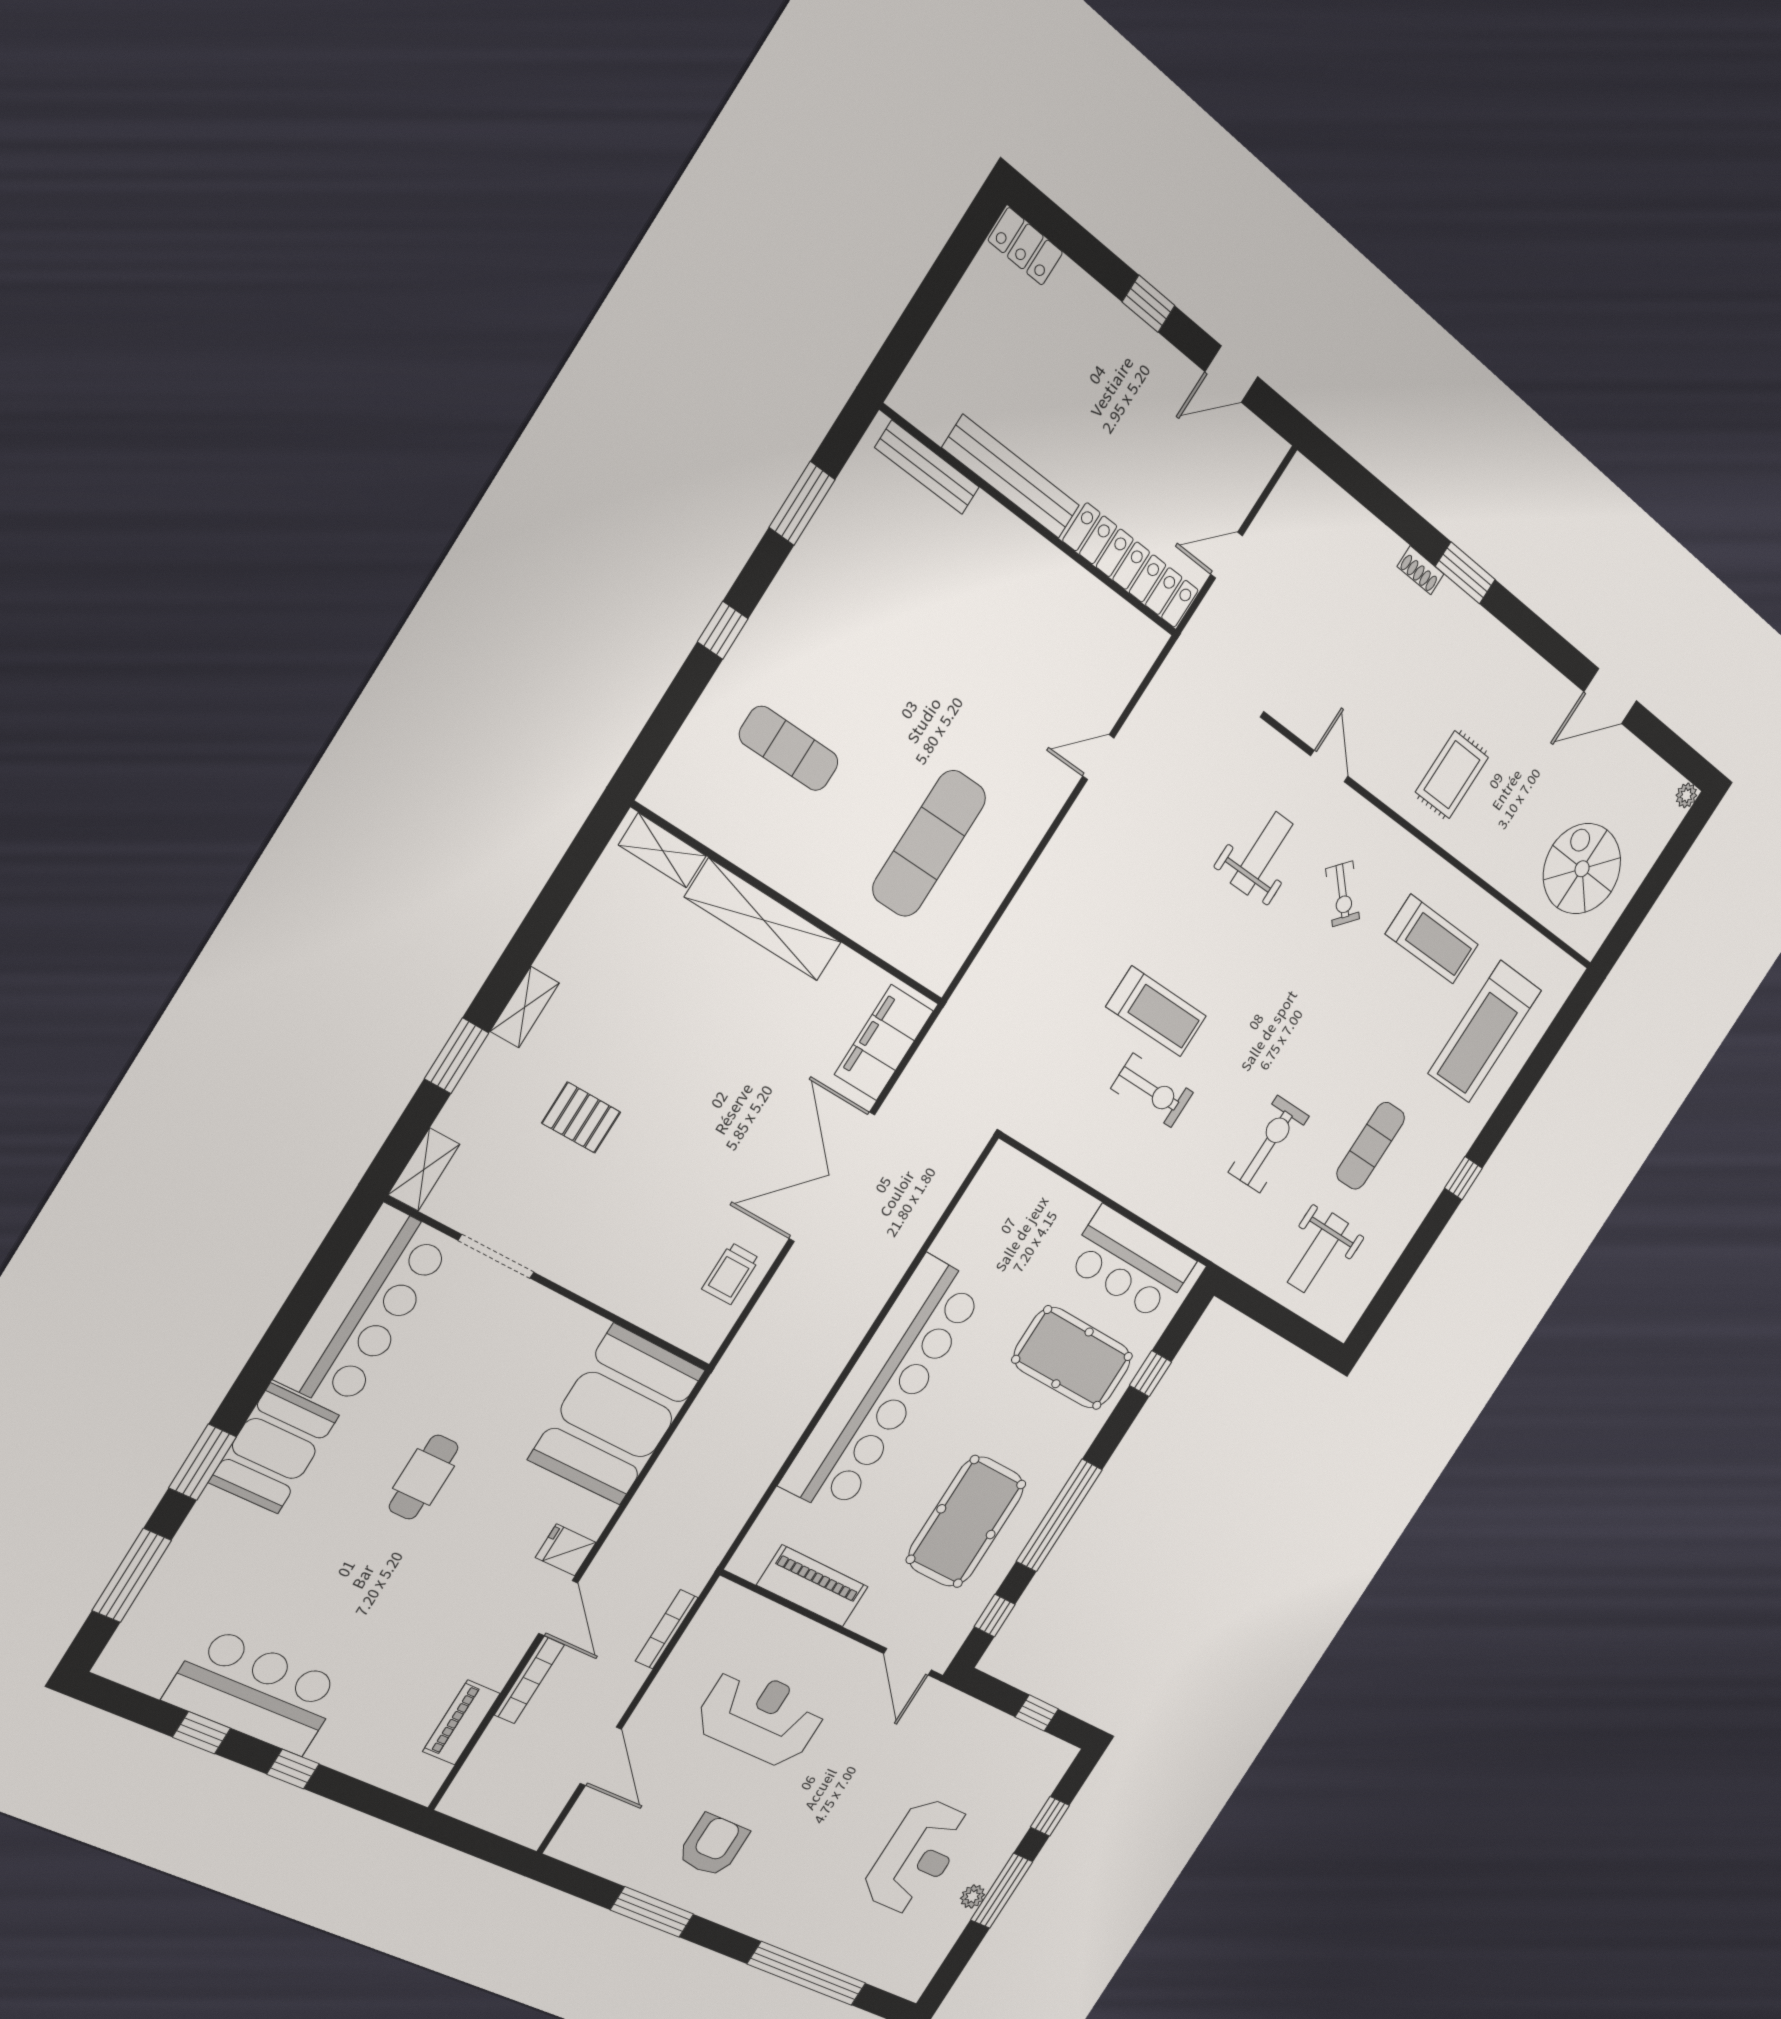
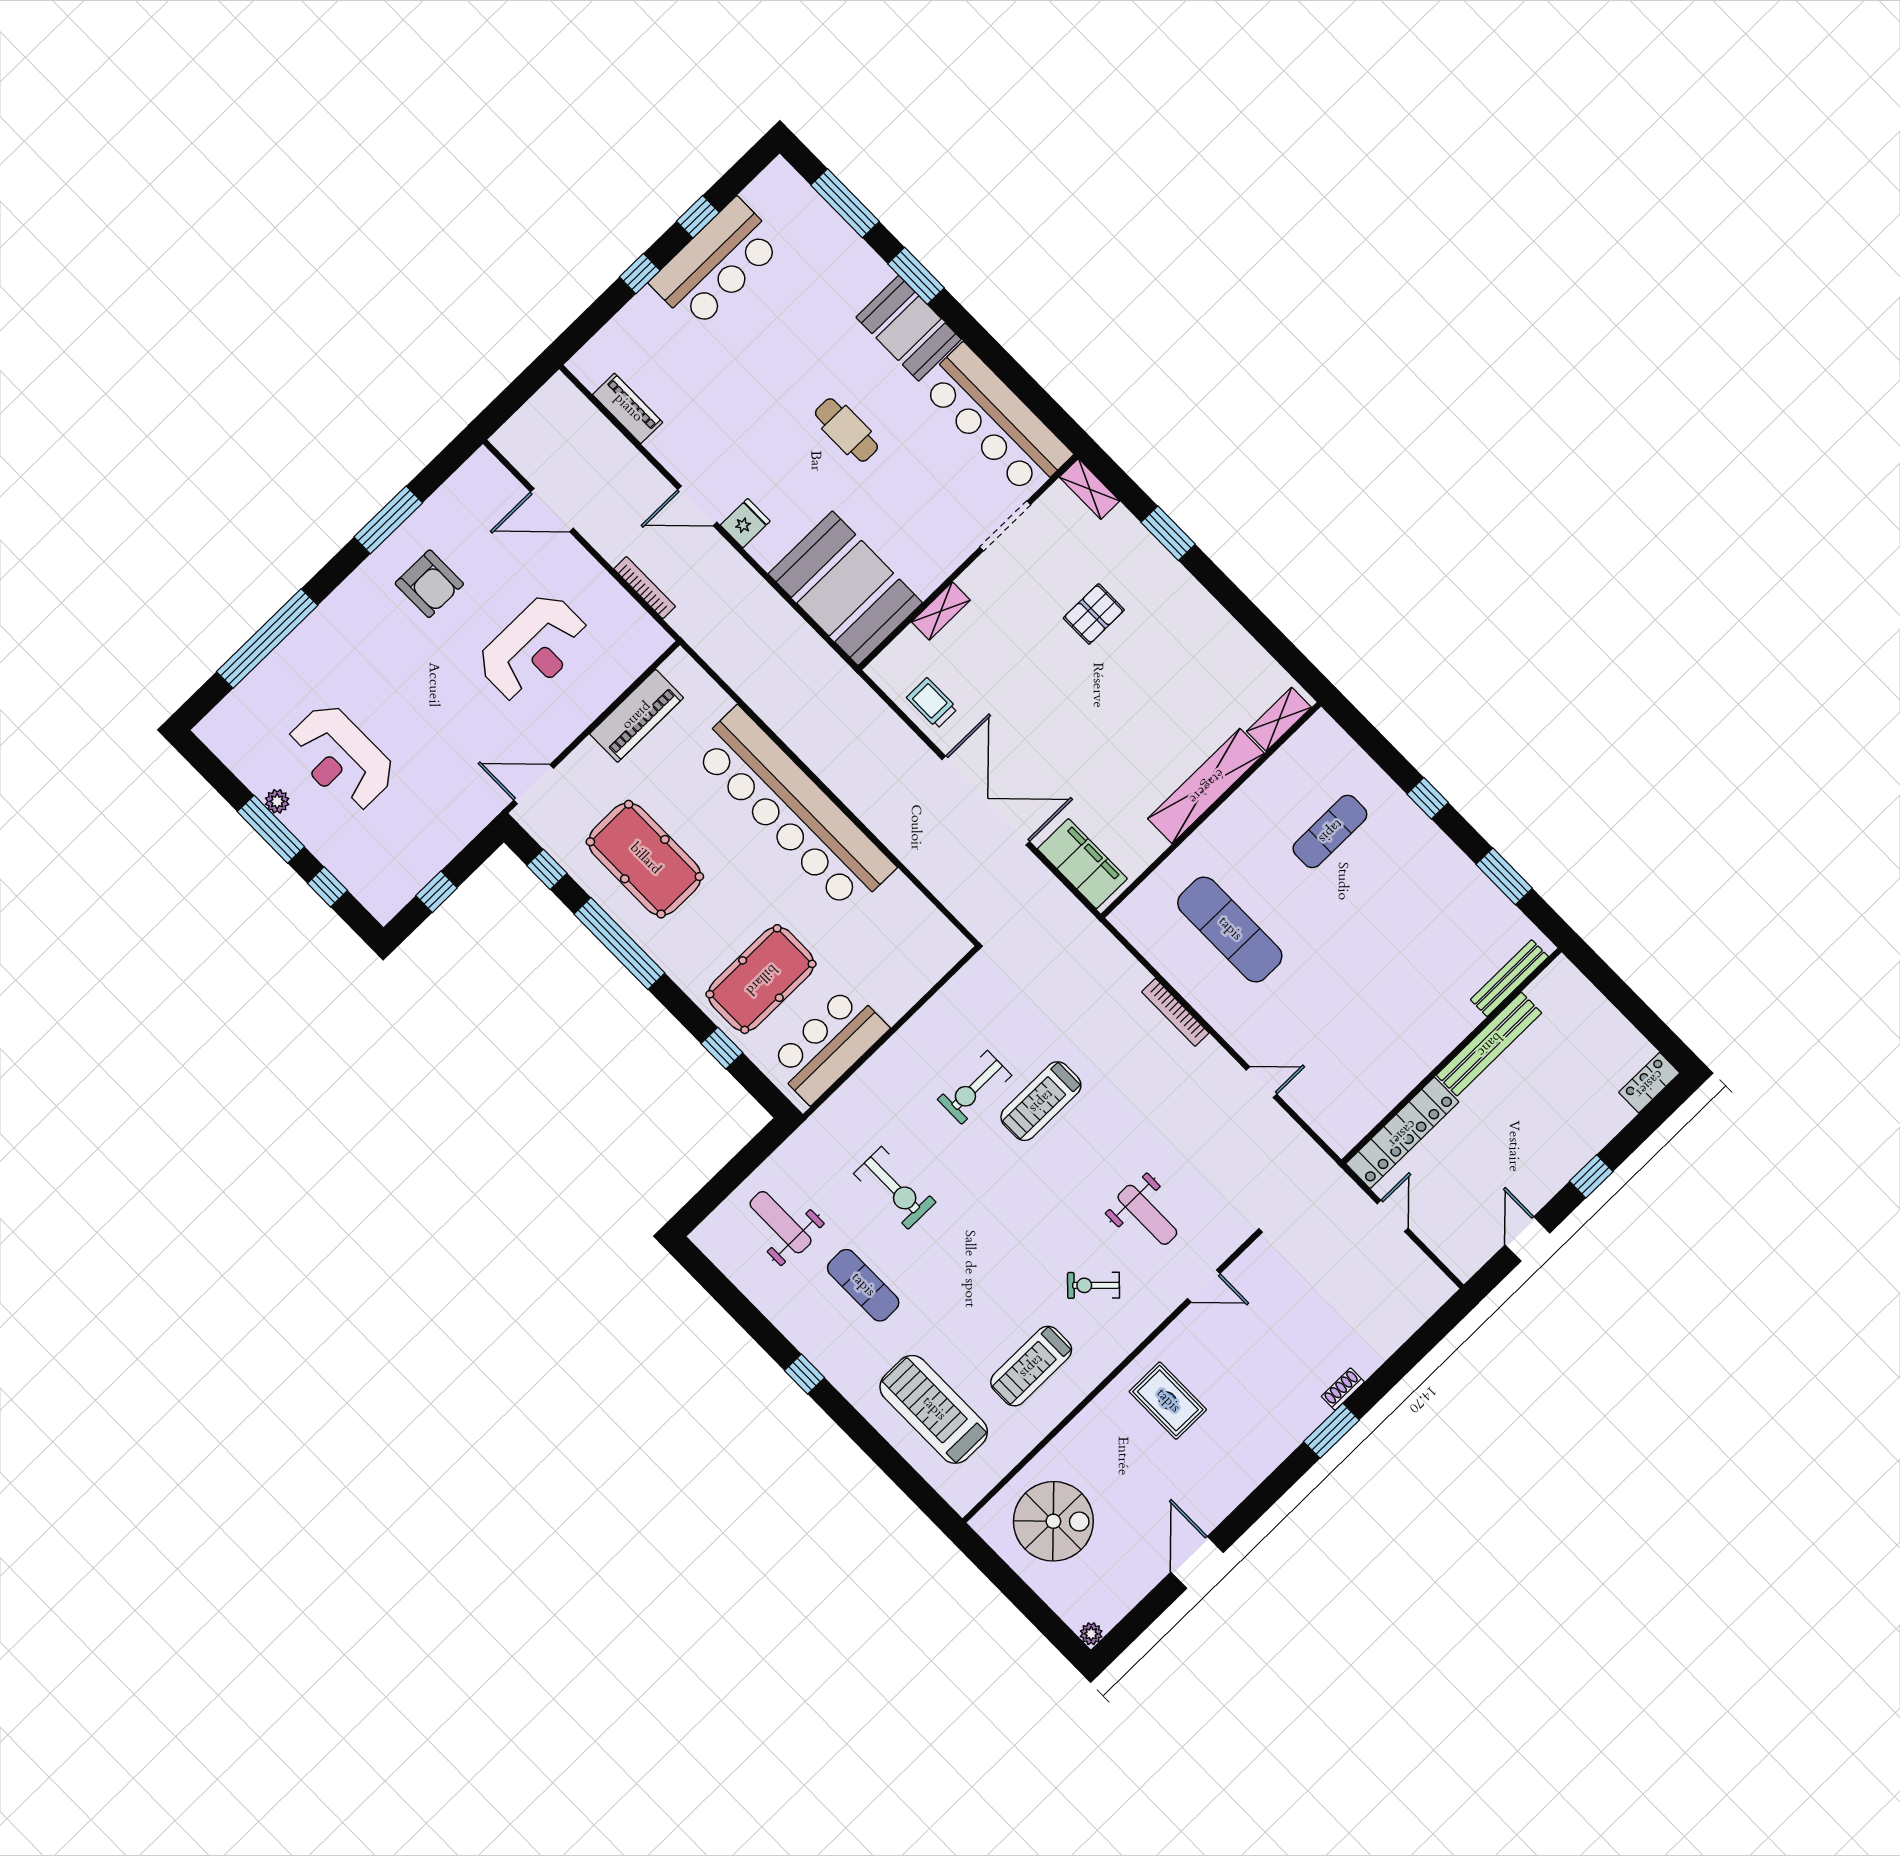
door: (1098, 757) -> (1262, 1082), hinge flipped
shelving: (525, 1007) -> (941, 611), moved, turned 90
bookcase: (529, 1680) -> (1175, 1012), moved

